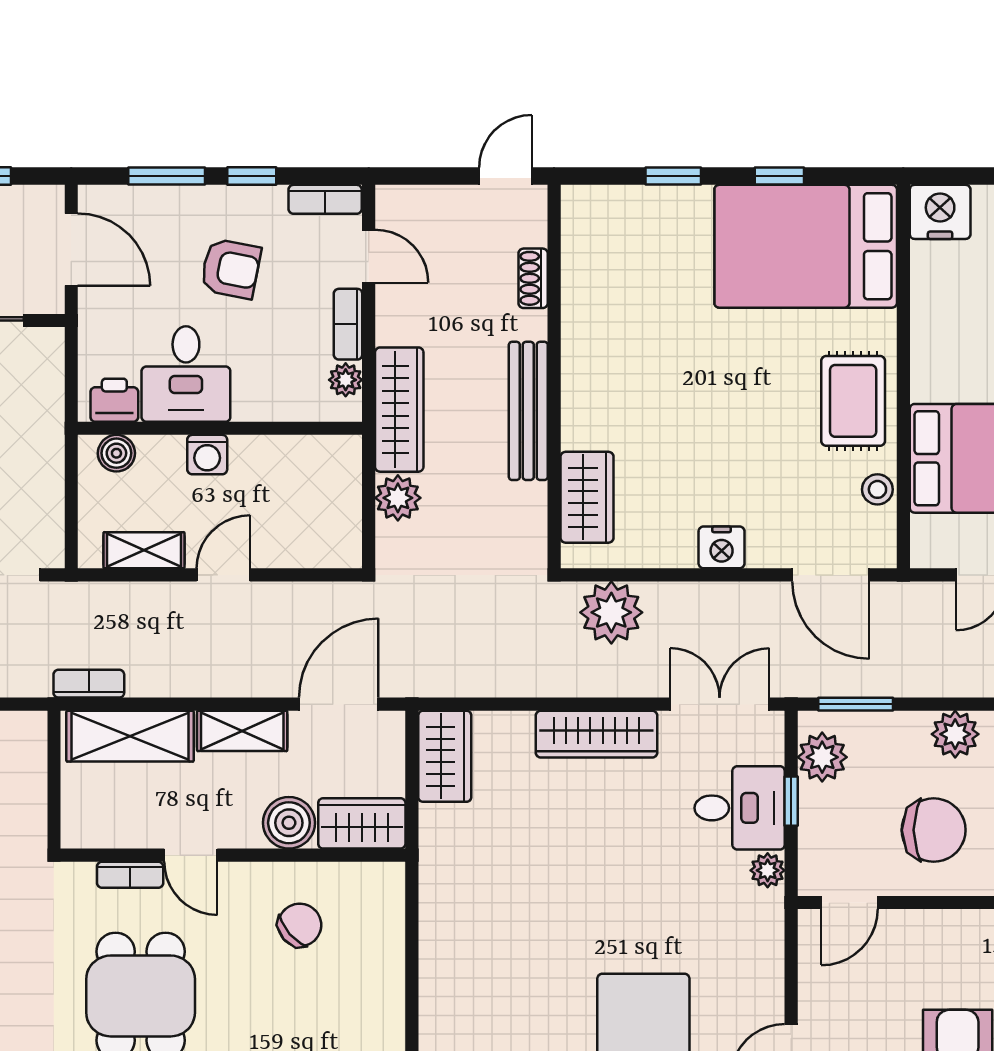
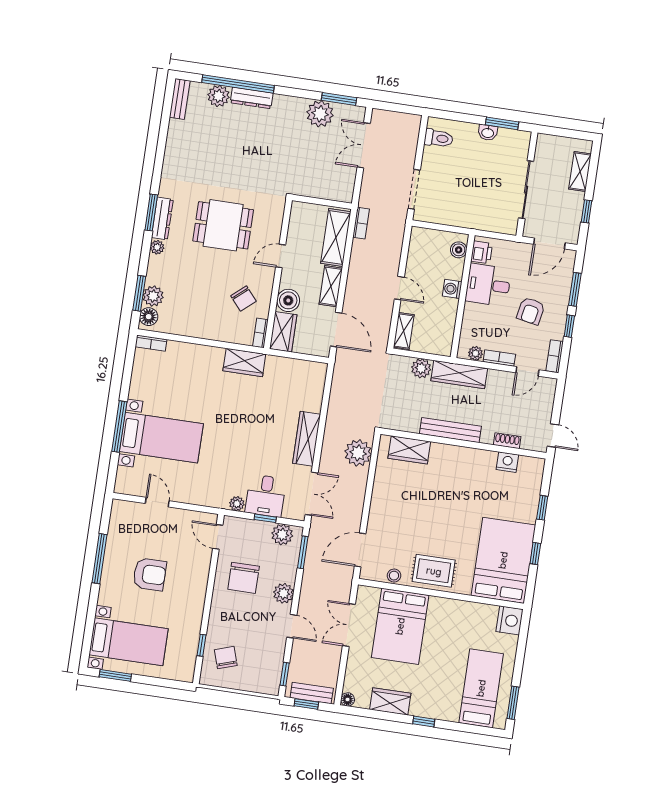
nightstand: (722, 547) -> (507, 462), moved, turned 90
shelving: (144, 550) -> (404, 331), moved
wardrobe: (445, 756) -> (244, 363), moved
bookcase: (130, 875) -> (260, 333), moved

